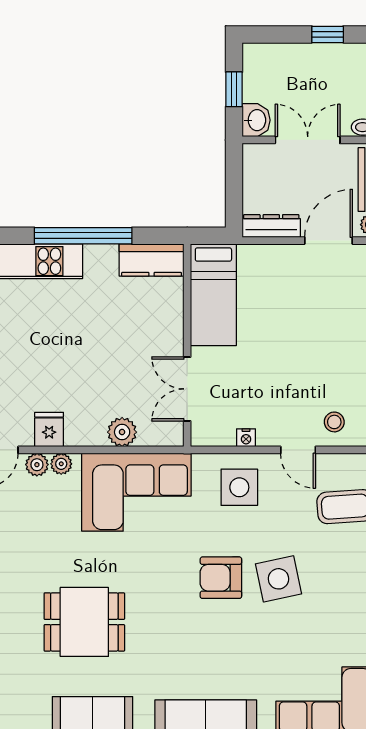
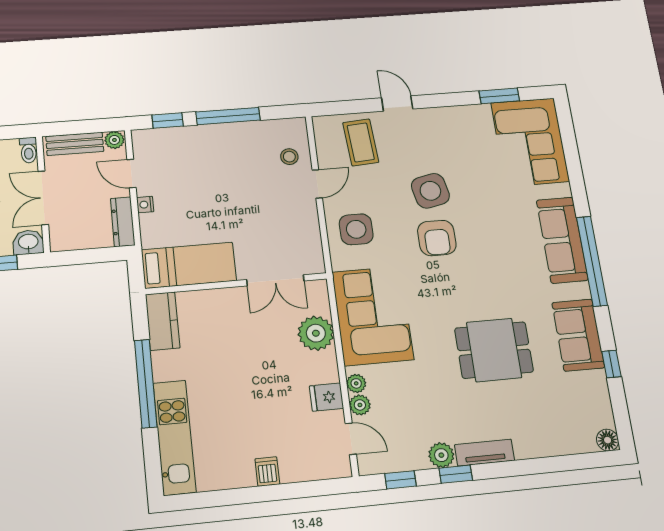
door: (328, 241) -> (132, 174), width x0.73
plant: (122, 432) -> (316, 333), width x1.36, depth x1.36
nightstand: (246, 438) -> (145, 205), moved, turned 180
dining table: (84, 622) -> (494, 350), turned 90

